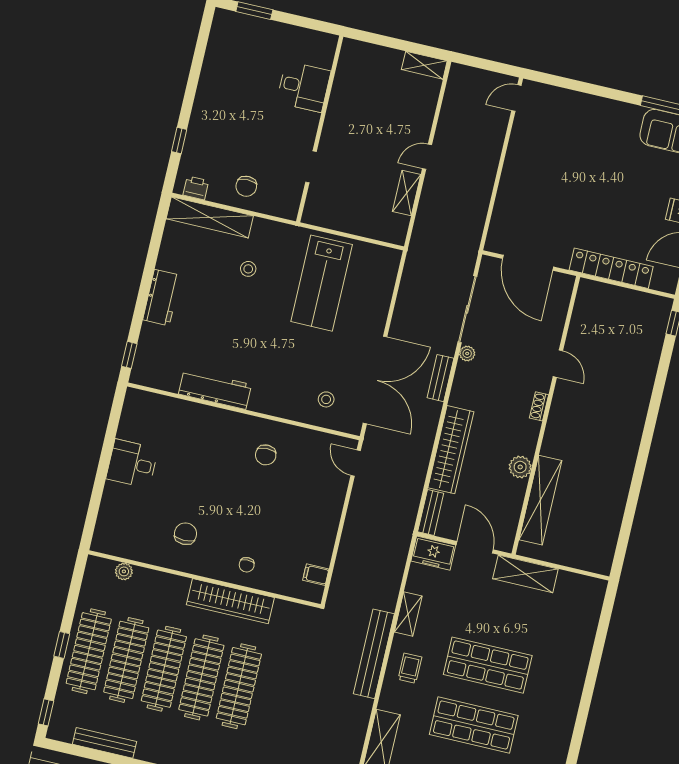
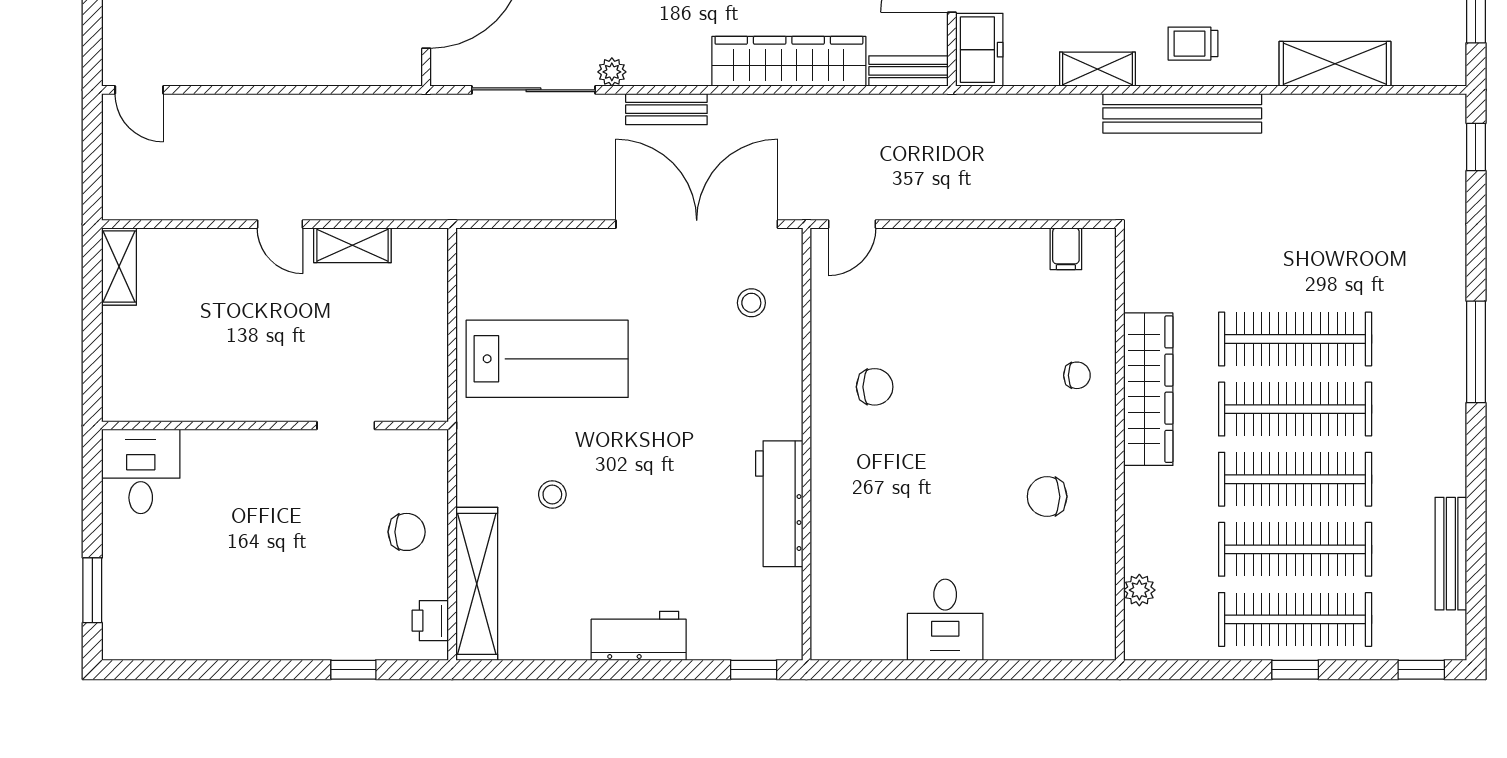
desk: (304, 87) -> (141, 471), moved

